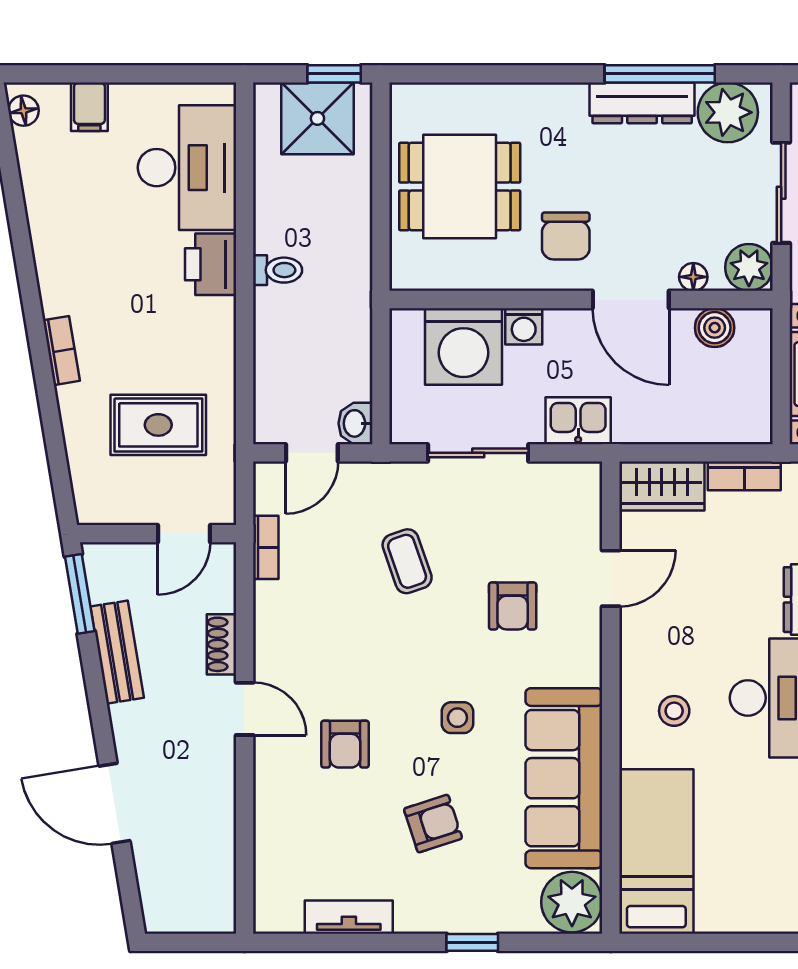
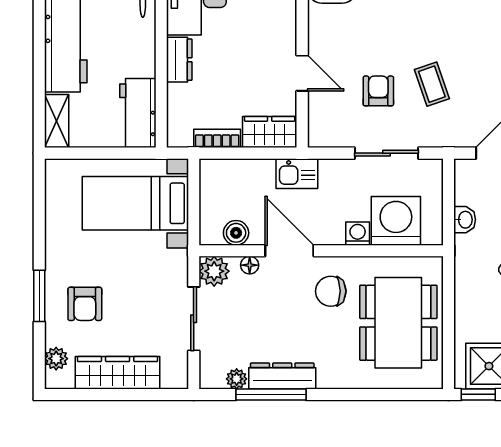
plant: (728, 112) -> (237, 379), width x0.53, depth x0.53
dining table: (460, 187) -> (398, 323), width x1.38
chair: (566, 236) -> (331, 291), turned -90
kitchen sink: (578, 421) -> (297, 174), moved
washbasin: (355, 423) -> (465, 220), moved
door: (611, 578) -> (302, 73), swing flipped
armchair: (513, 606) -> (378, 91), moved

